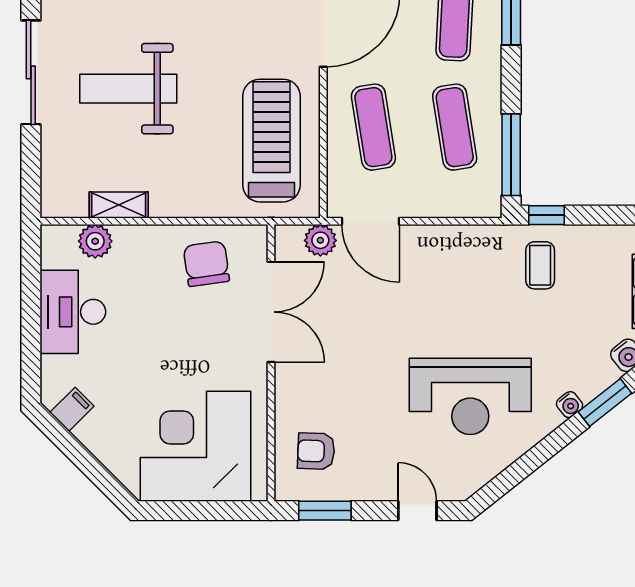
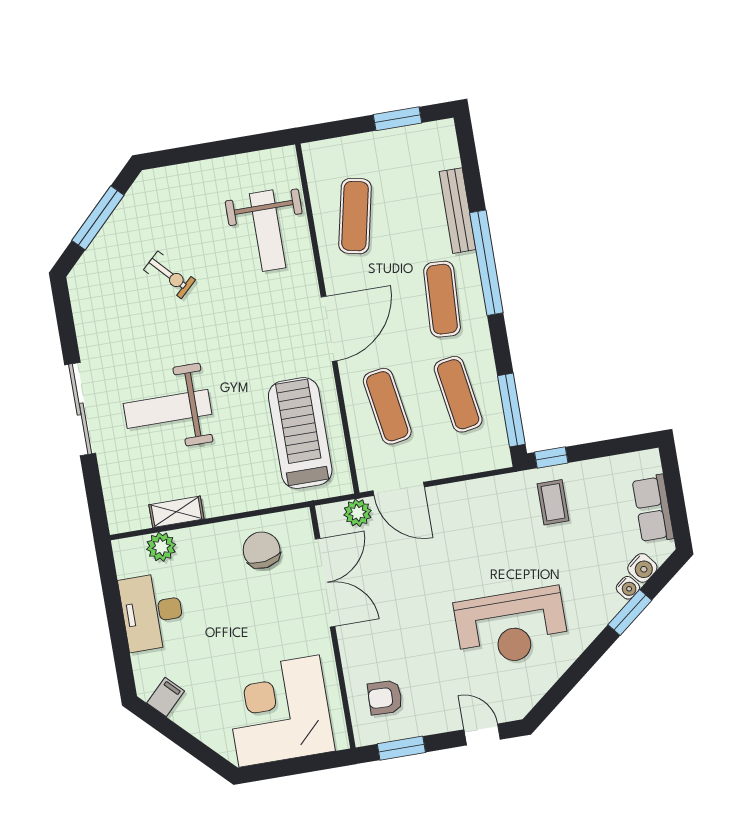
water cooler: (570, 405) -> (628, 588), moved

